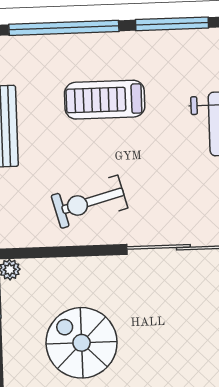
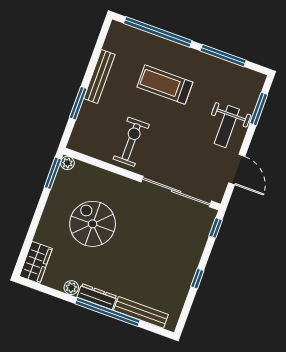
exercise bike: (89, 202) -> (131, 142), turned 105

